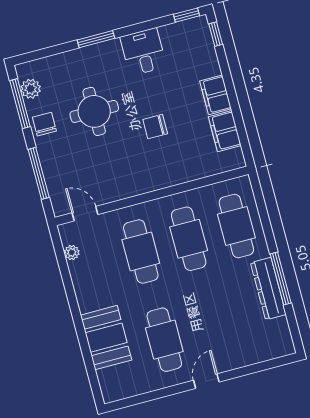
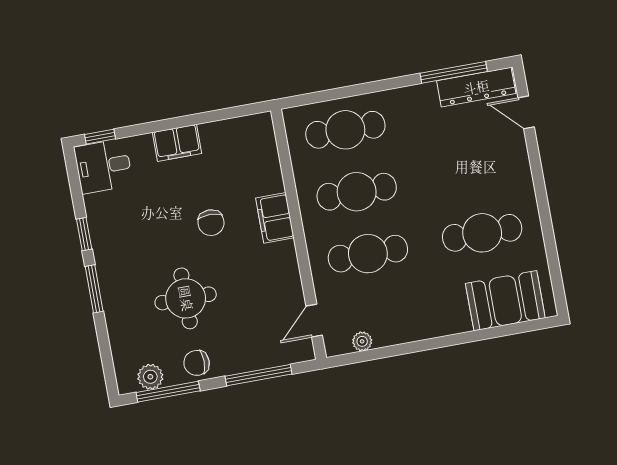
window: (187, 15) -> (84, 234), moved
desk: (143, 52) -> (103, 166), moved
filing cabinet: (225, 131) -> (275, 218), moved, turned 90
window: (281, 278) -> (454, 72), moved
dresser: (268, 289) -> (476, 87), moved
booth: (106, 338) -> (505, 301), moved
door: (206, 381) -> (526, 112), moved

